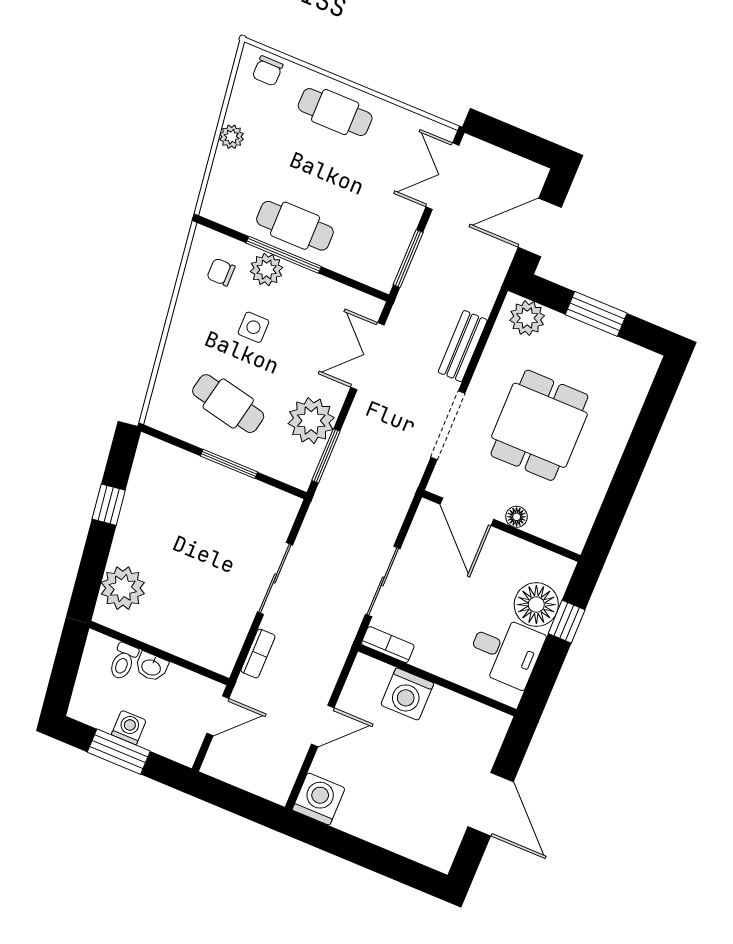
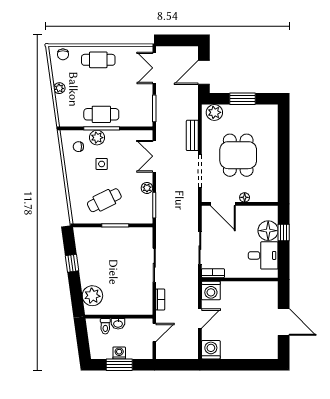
cafe table: (228, 404) -> (104, 200), turned -38
plant: (311, 421) -> (147, 188), width x0.53, depth x0.53
washing machine: (407, 694) -> (211, 290), moved

